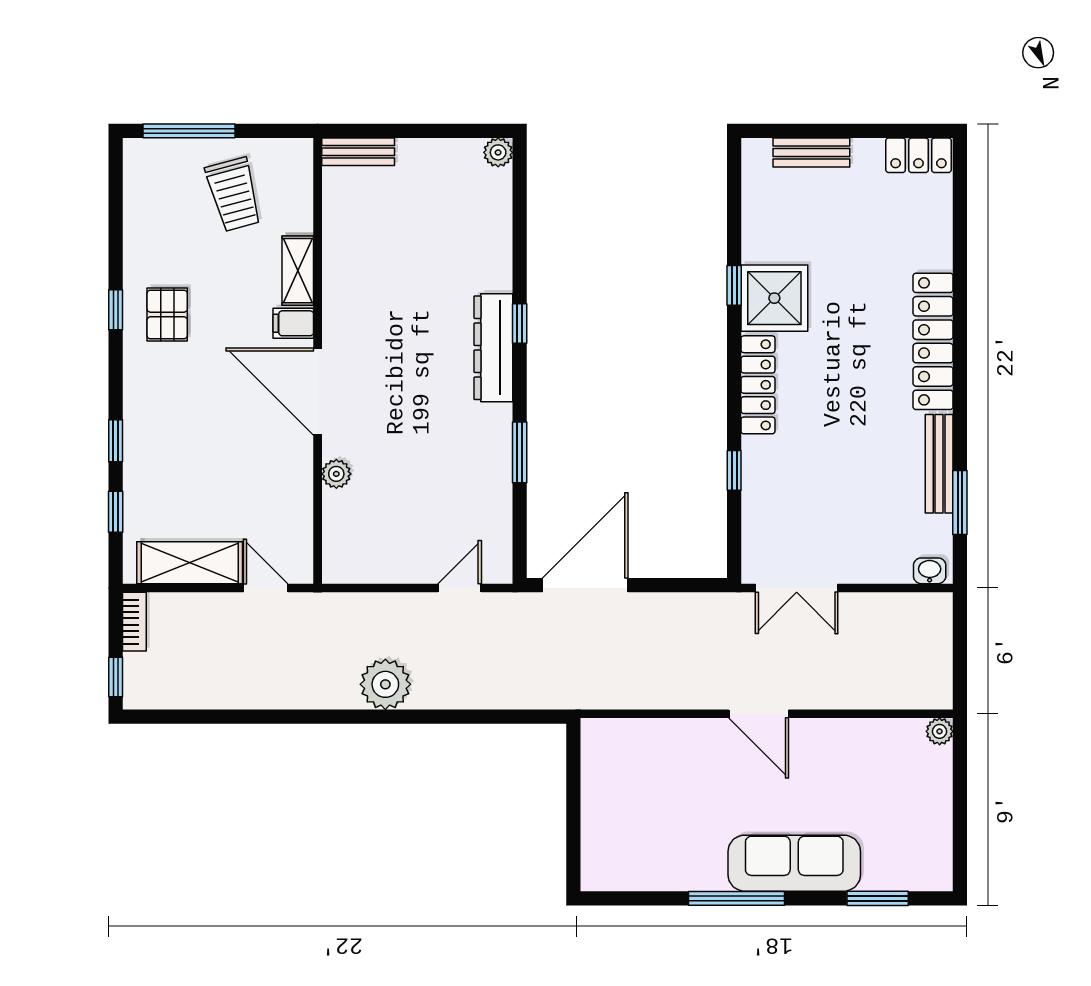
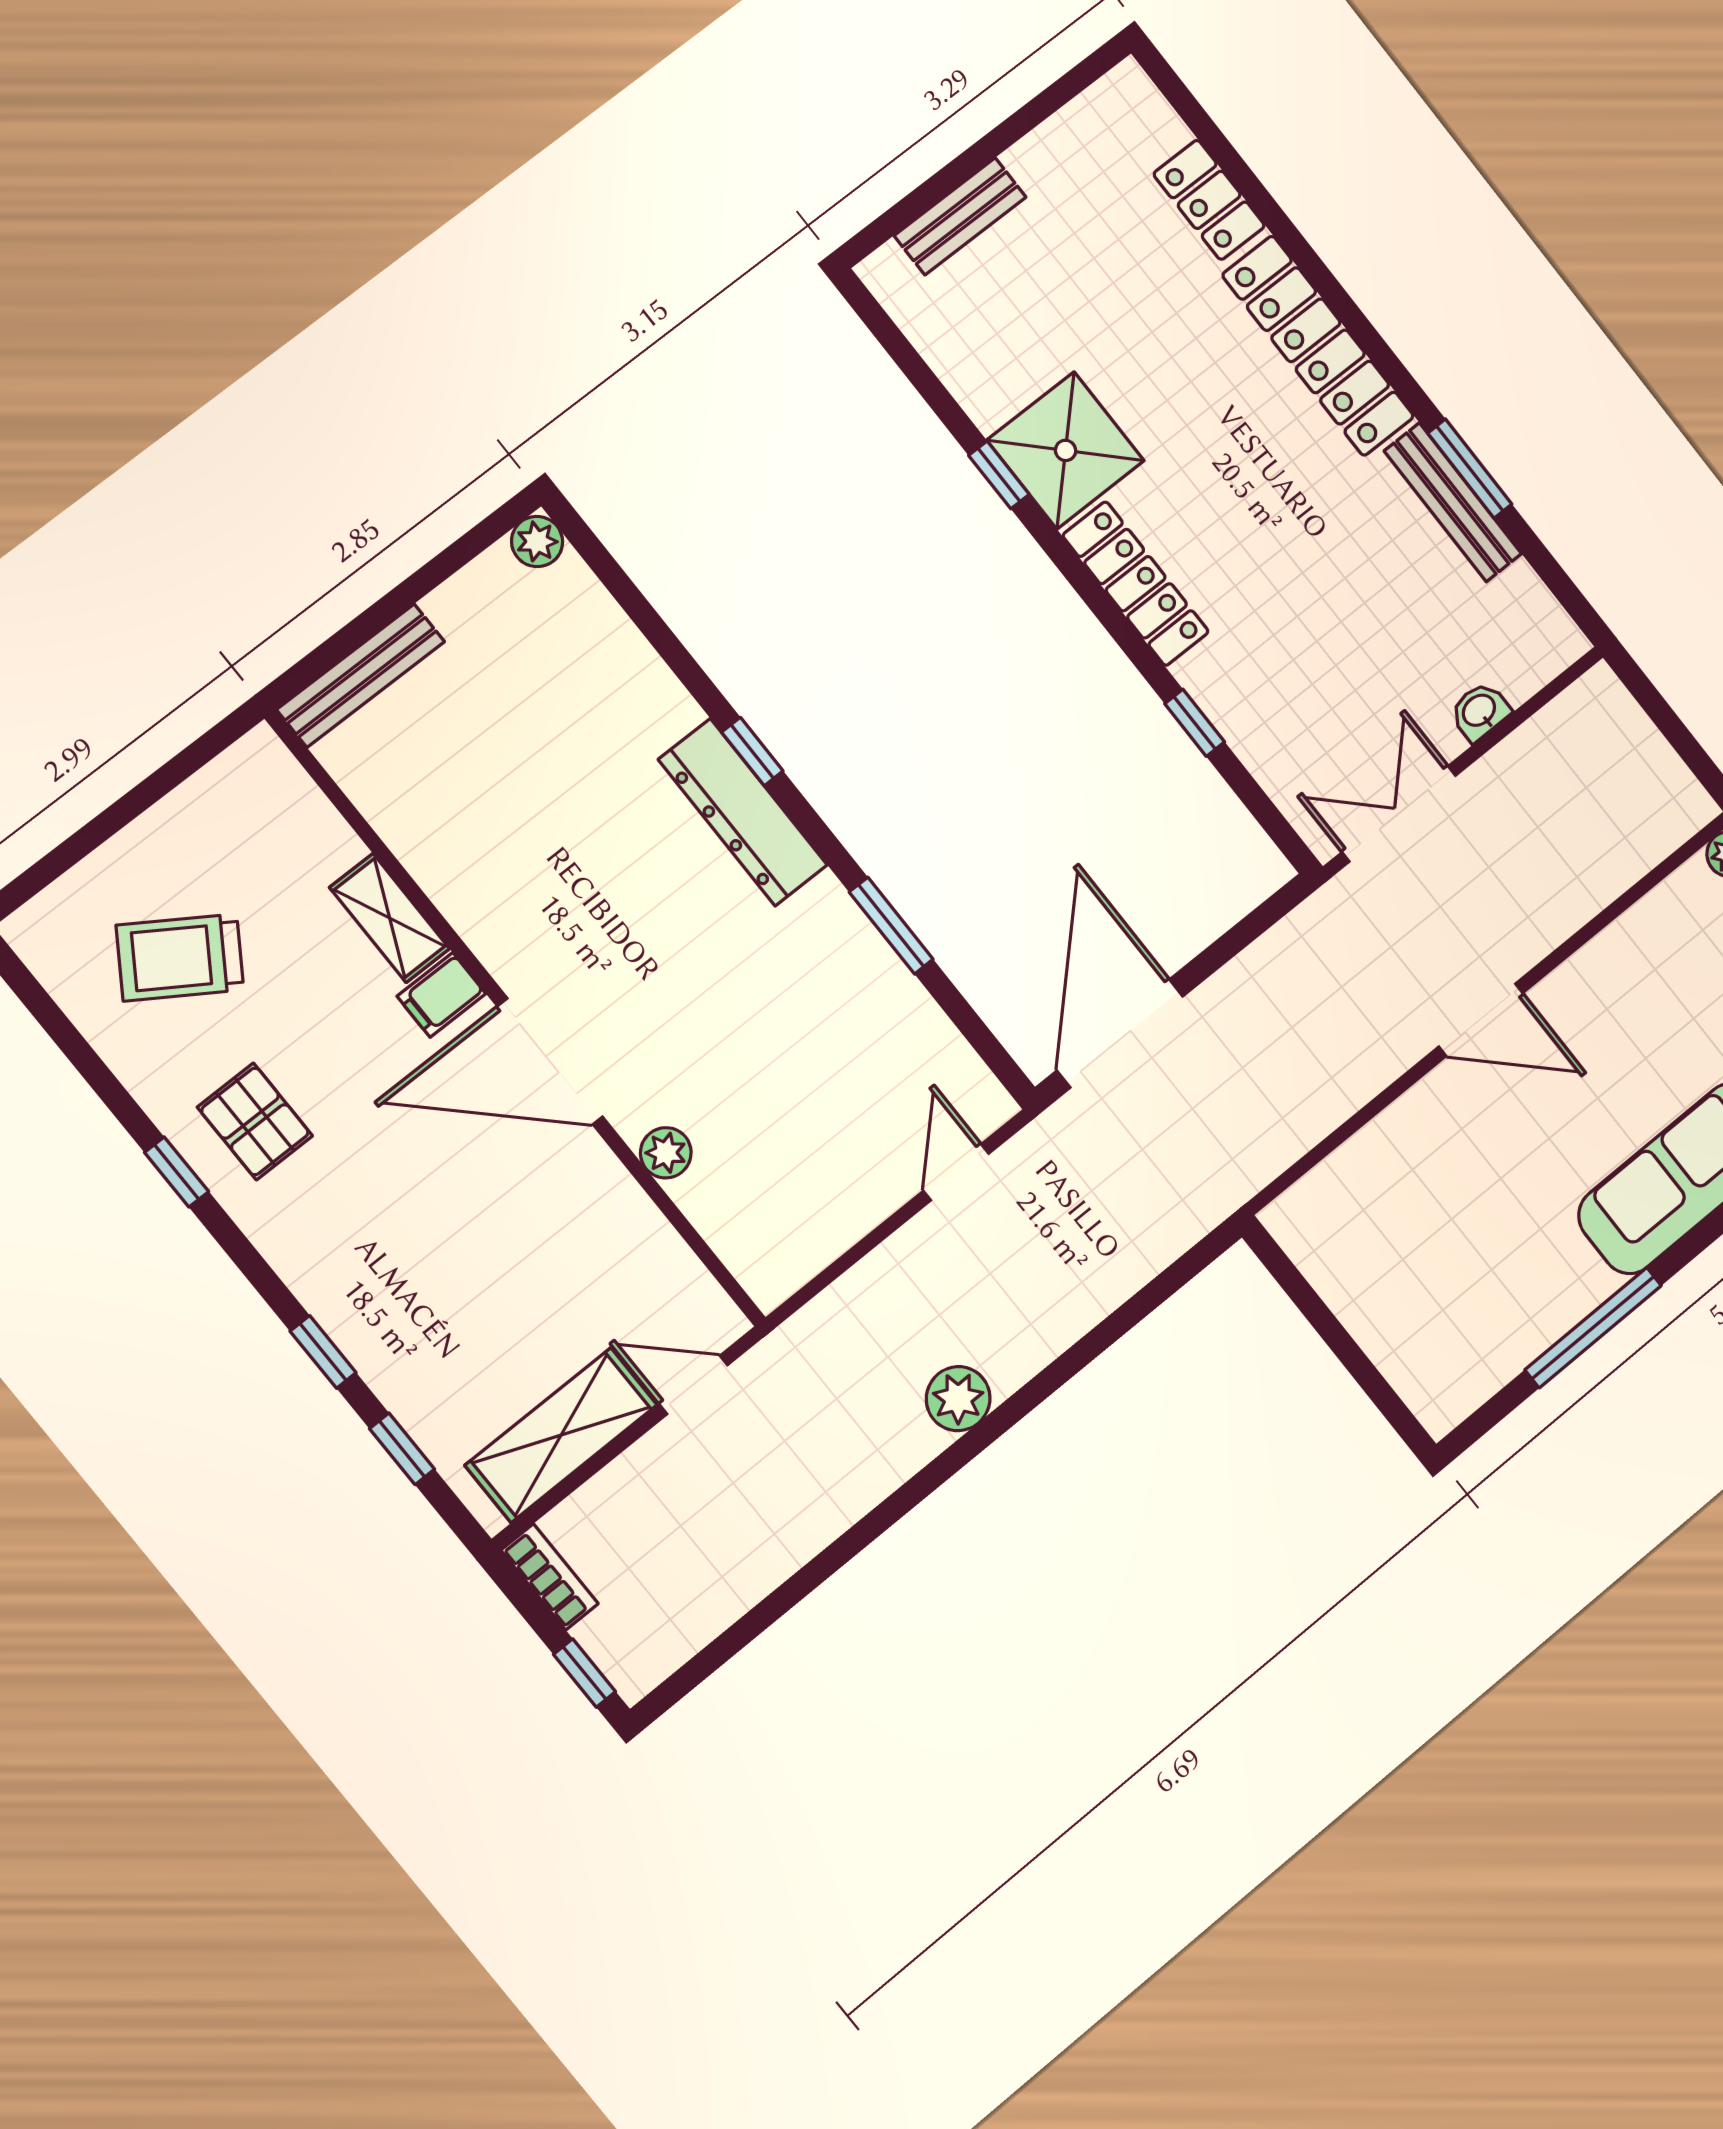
window: (189, 131) -> (80, 844), removed
bench: (358, 152) -> (361, 676), width x1.36
locker: (919, 155) -> (1209, 200), moved, turned 90
trolley: (234, 194) -> (180, 957), moved, turned 138
window: (960, 502) -> (1470, 469), moved
washbasin: (930, 571) -> (1480, 711), moved
double door: (797, 588) -> (1399, 814), swing flipped
plant: (385, 684) -> (958, 1399), width x0.73, depth x0.73
window: (736, 898) -> (1593, 1328), moved

